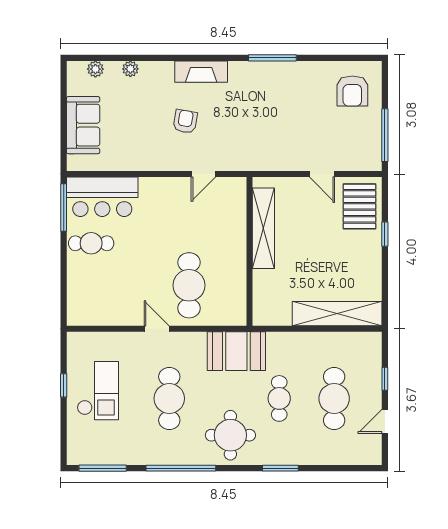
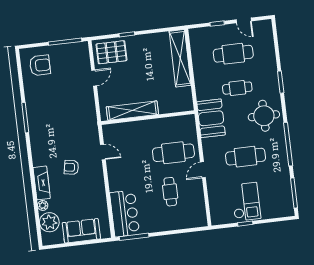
plant: (95, 69) -> (49, 222), width x1.87, depth x1.87
fireplace: (201, 72) -> (42, 183), moved
cafe table: (91, 243) -> (170, 192), moved
checkout: (98, 391) -> (246, 202), turned 90

